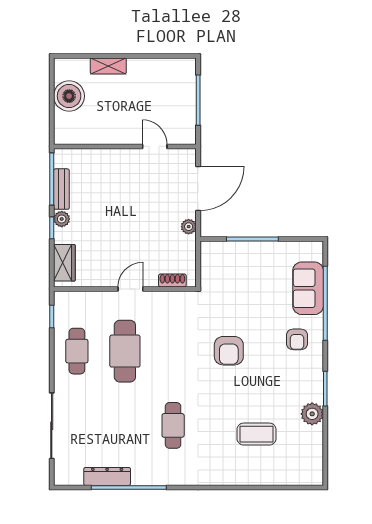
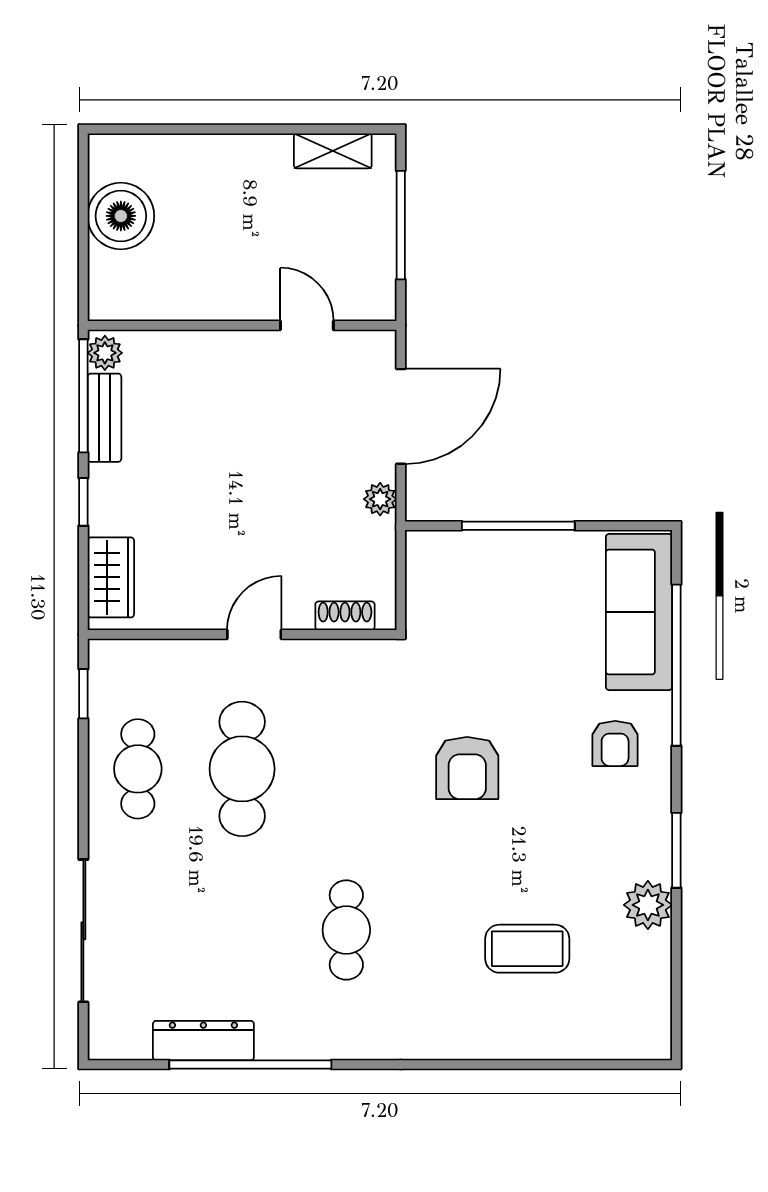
shelving: (108, 66) -> (333, 151), moved
plant: (62, 219) -> (105, 353), moved
sofa: (308, 288) -> (639, 612), width x1.36

